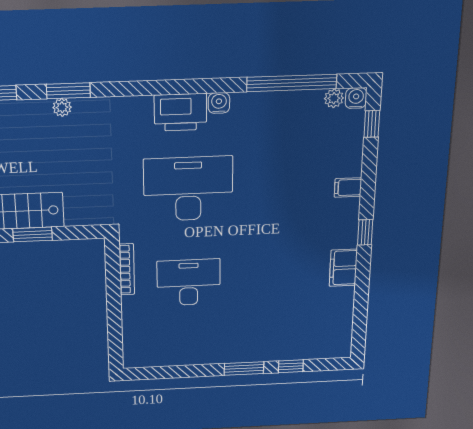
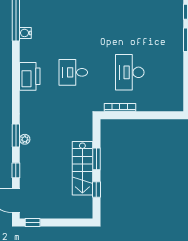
water cooler: (219, 103) -> (25, 33), moved
desk: (188, 189) -> (73, 72), width x0.53, depth x0.77

